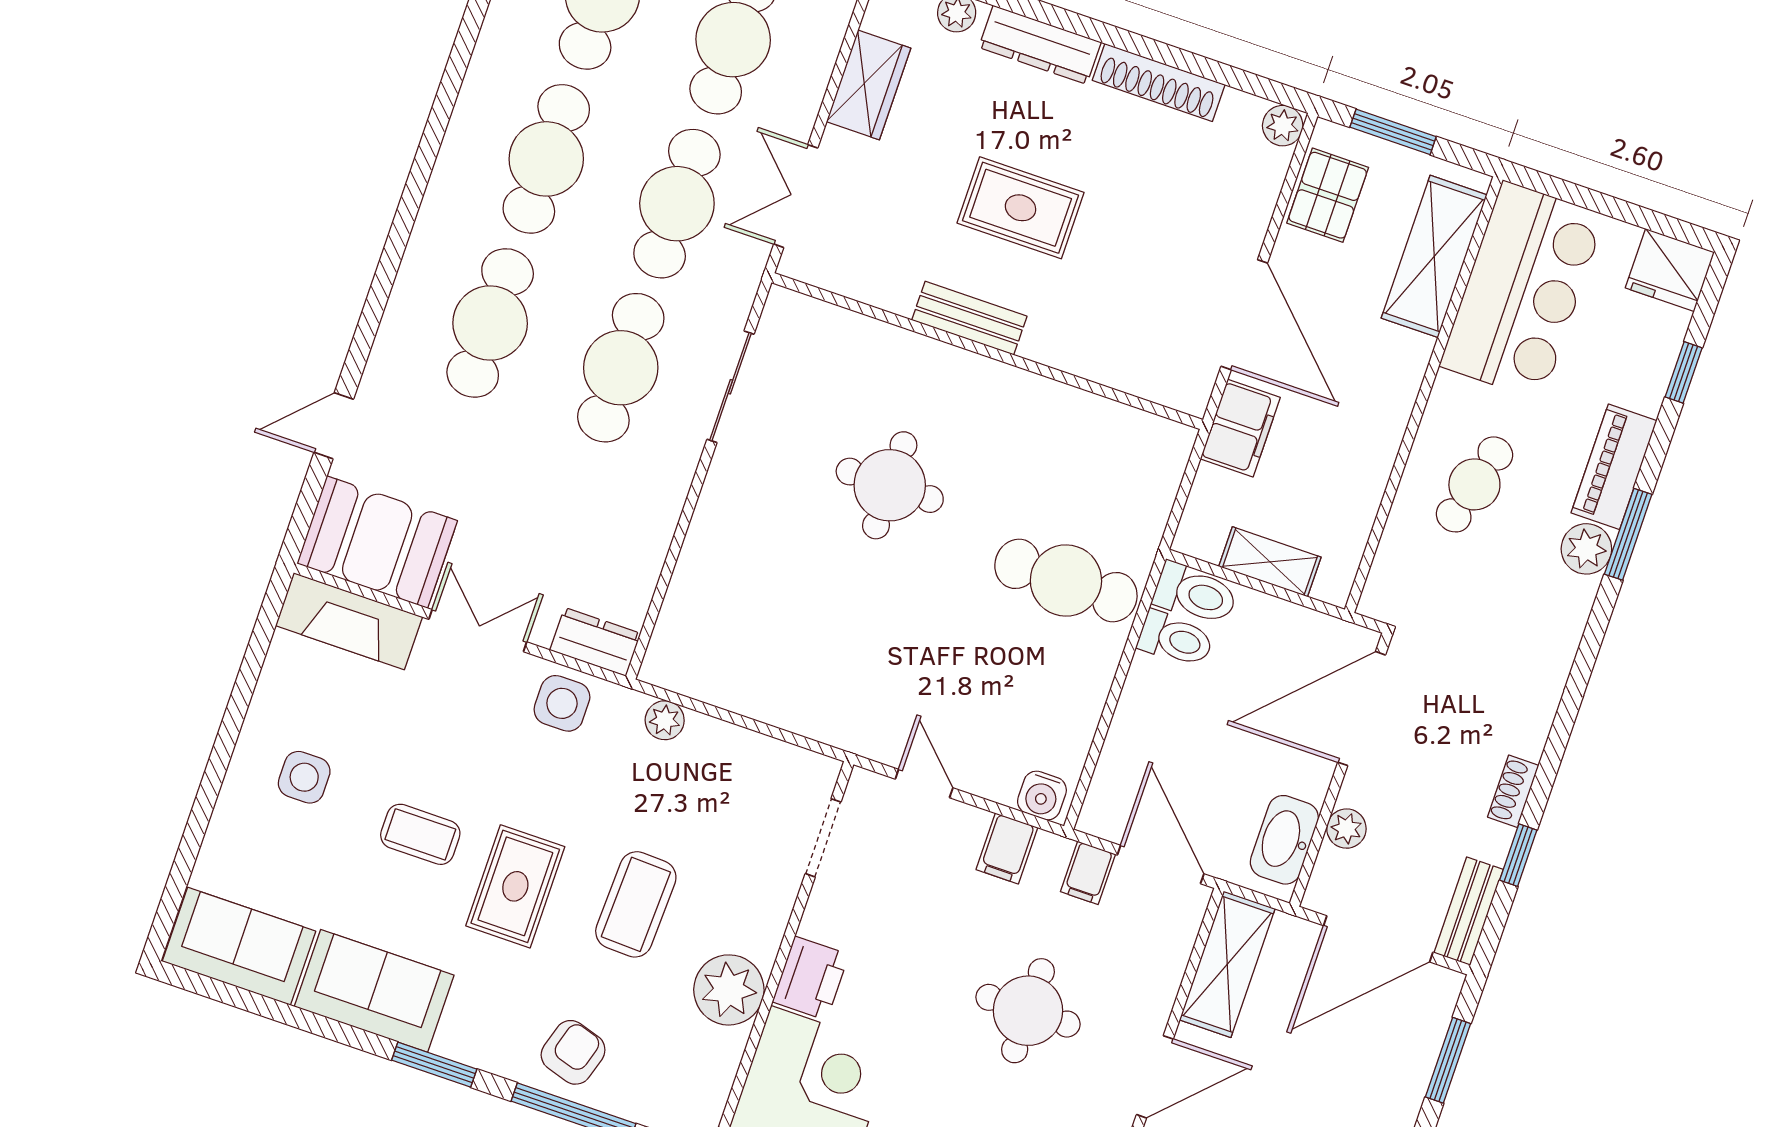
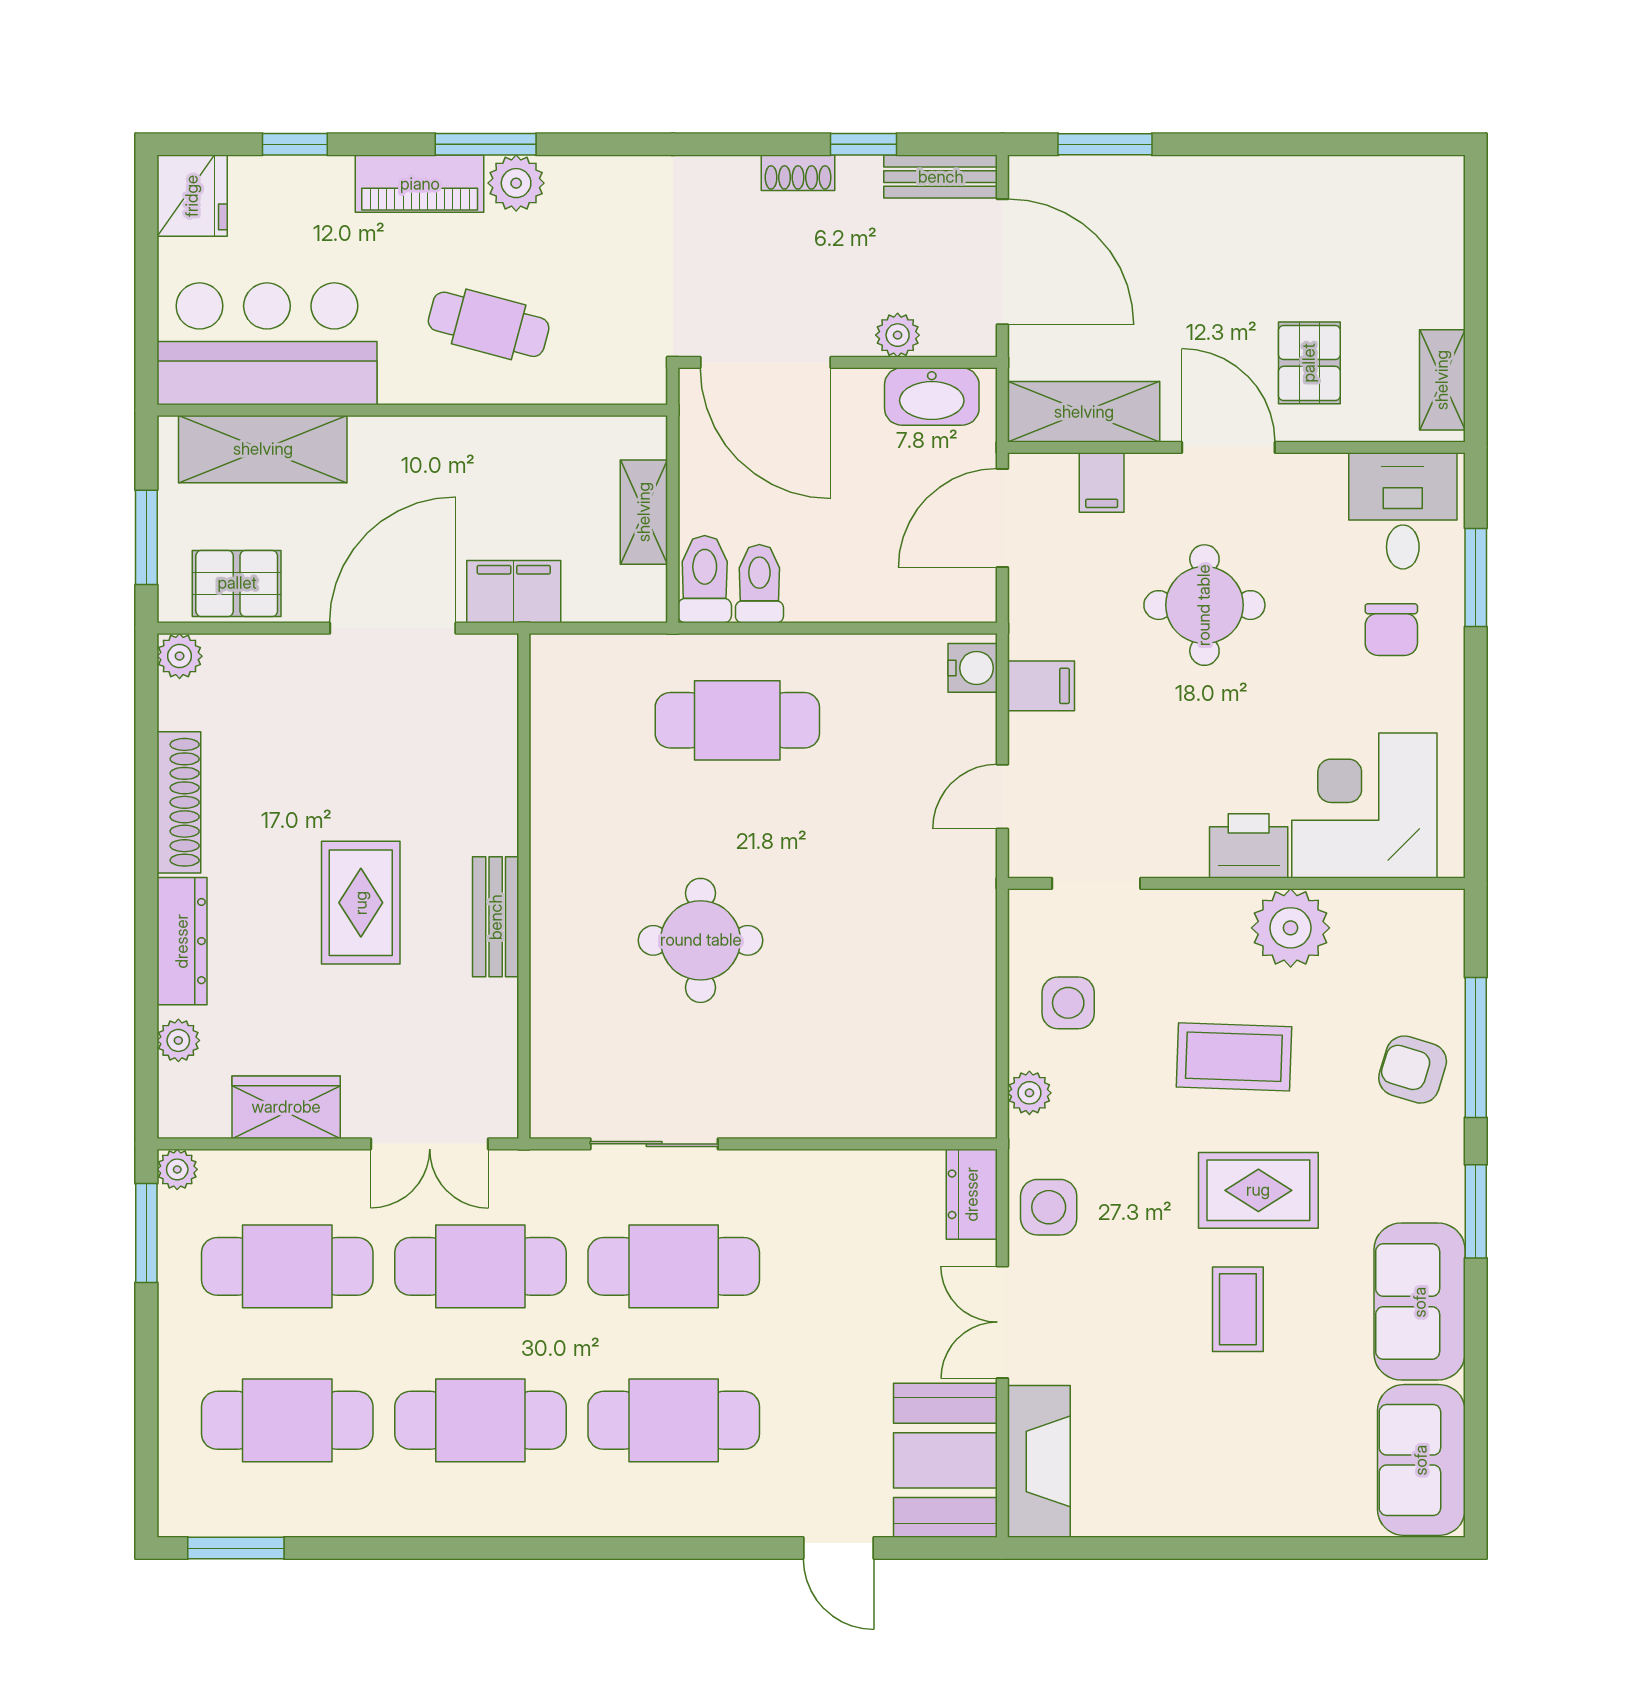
cafe table: (1066, 580) -> (737, 720), turned 90
side table: (304, 777) -> (1068, 1003), moved
filing cabinet: (1088, 873) -> (1102, 483), moved, turned 90

